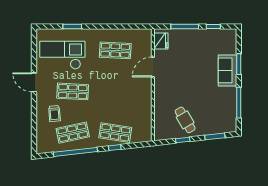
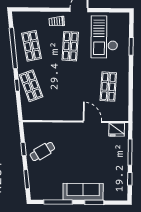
checkout: (62, 55) -> (104, 37), turned 180
sofa: (228, 70) -> (83, 192), width x1.36
trolley: (54, 114) -> (57, 21), moved
shop shelf: (115, 133) -> (31, 86), turned -30

